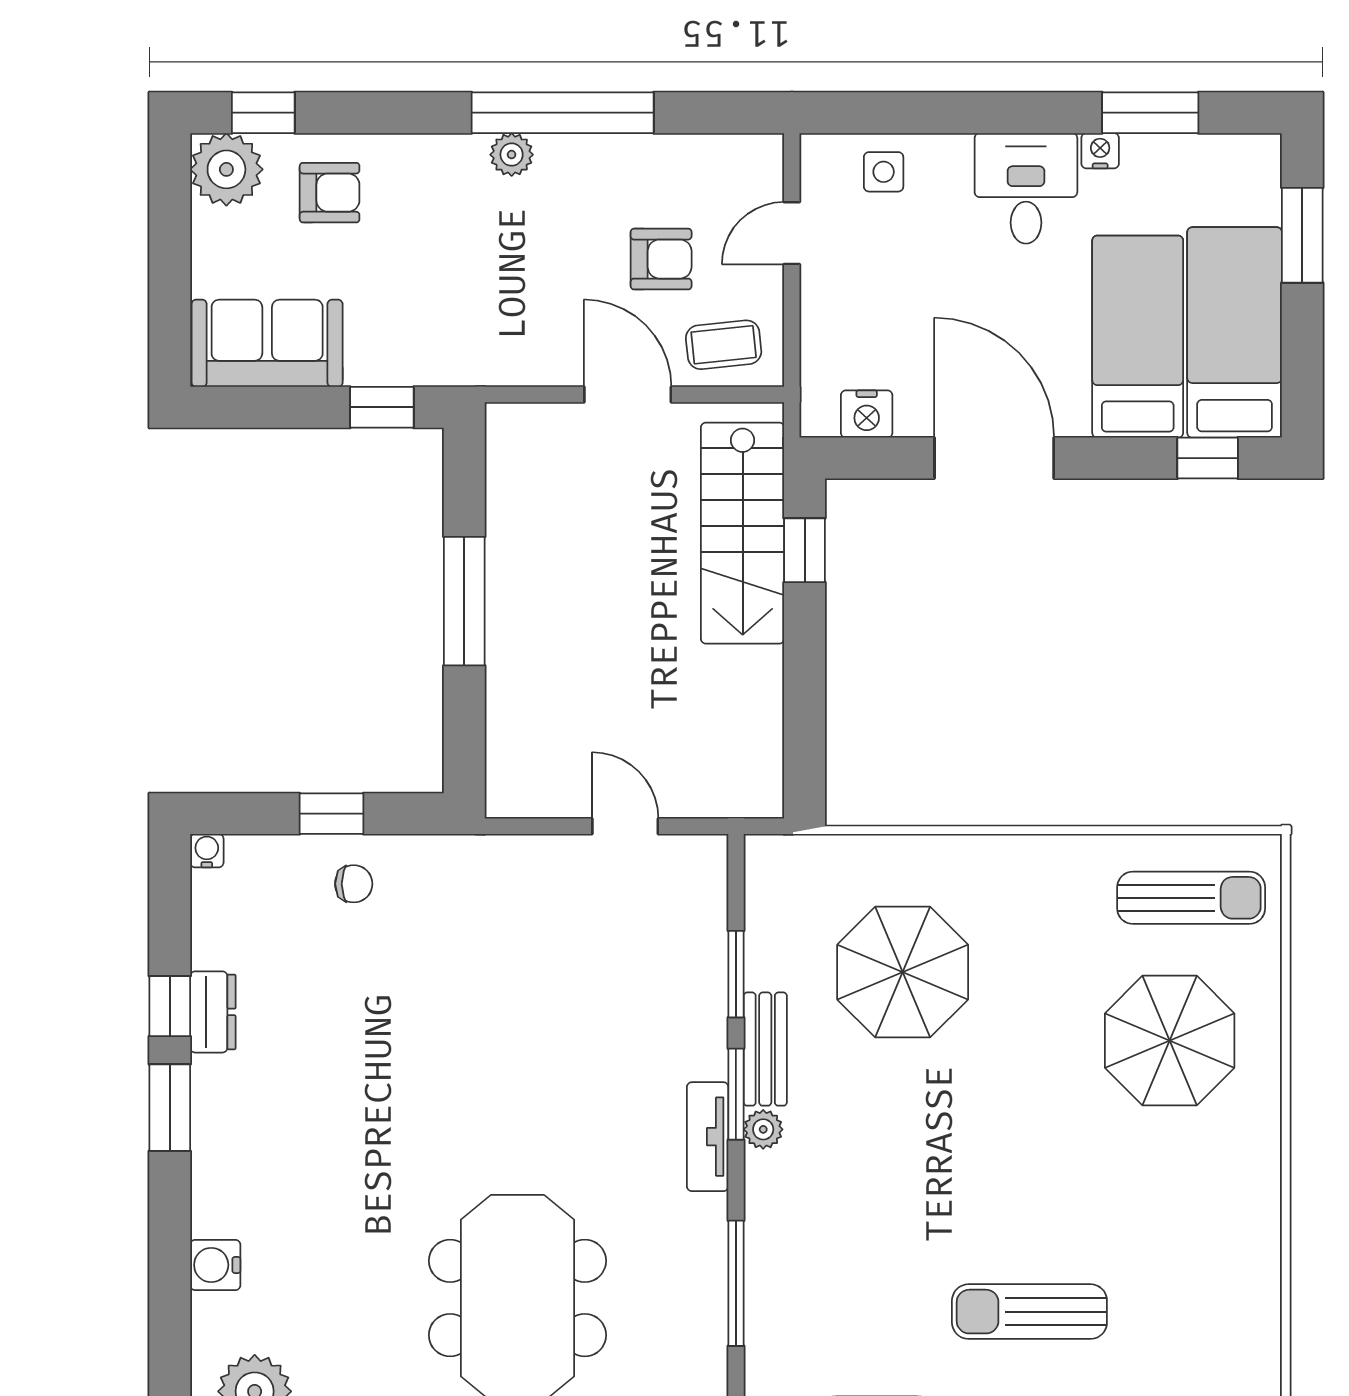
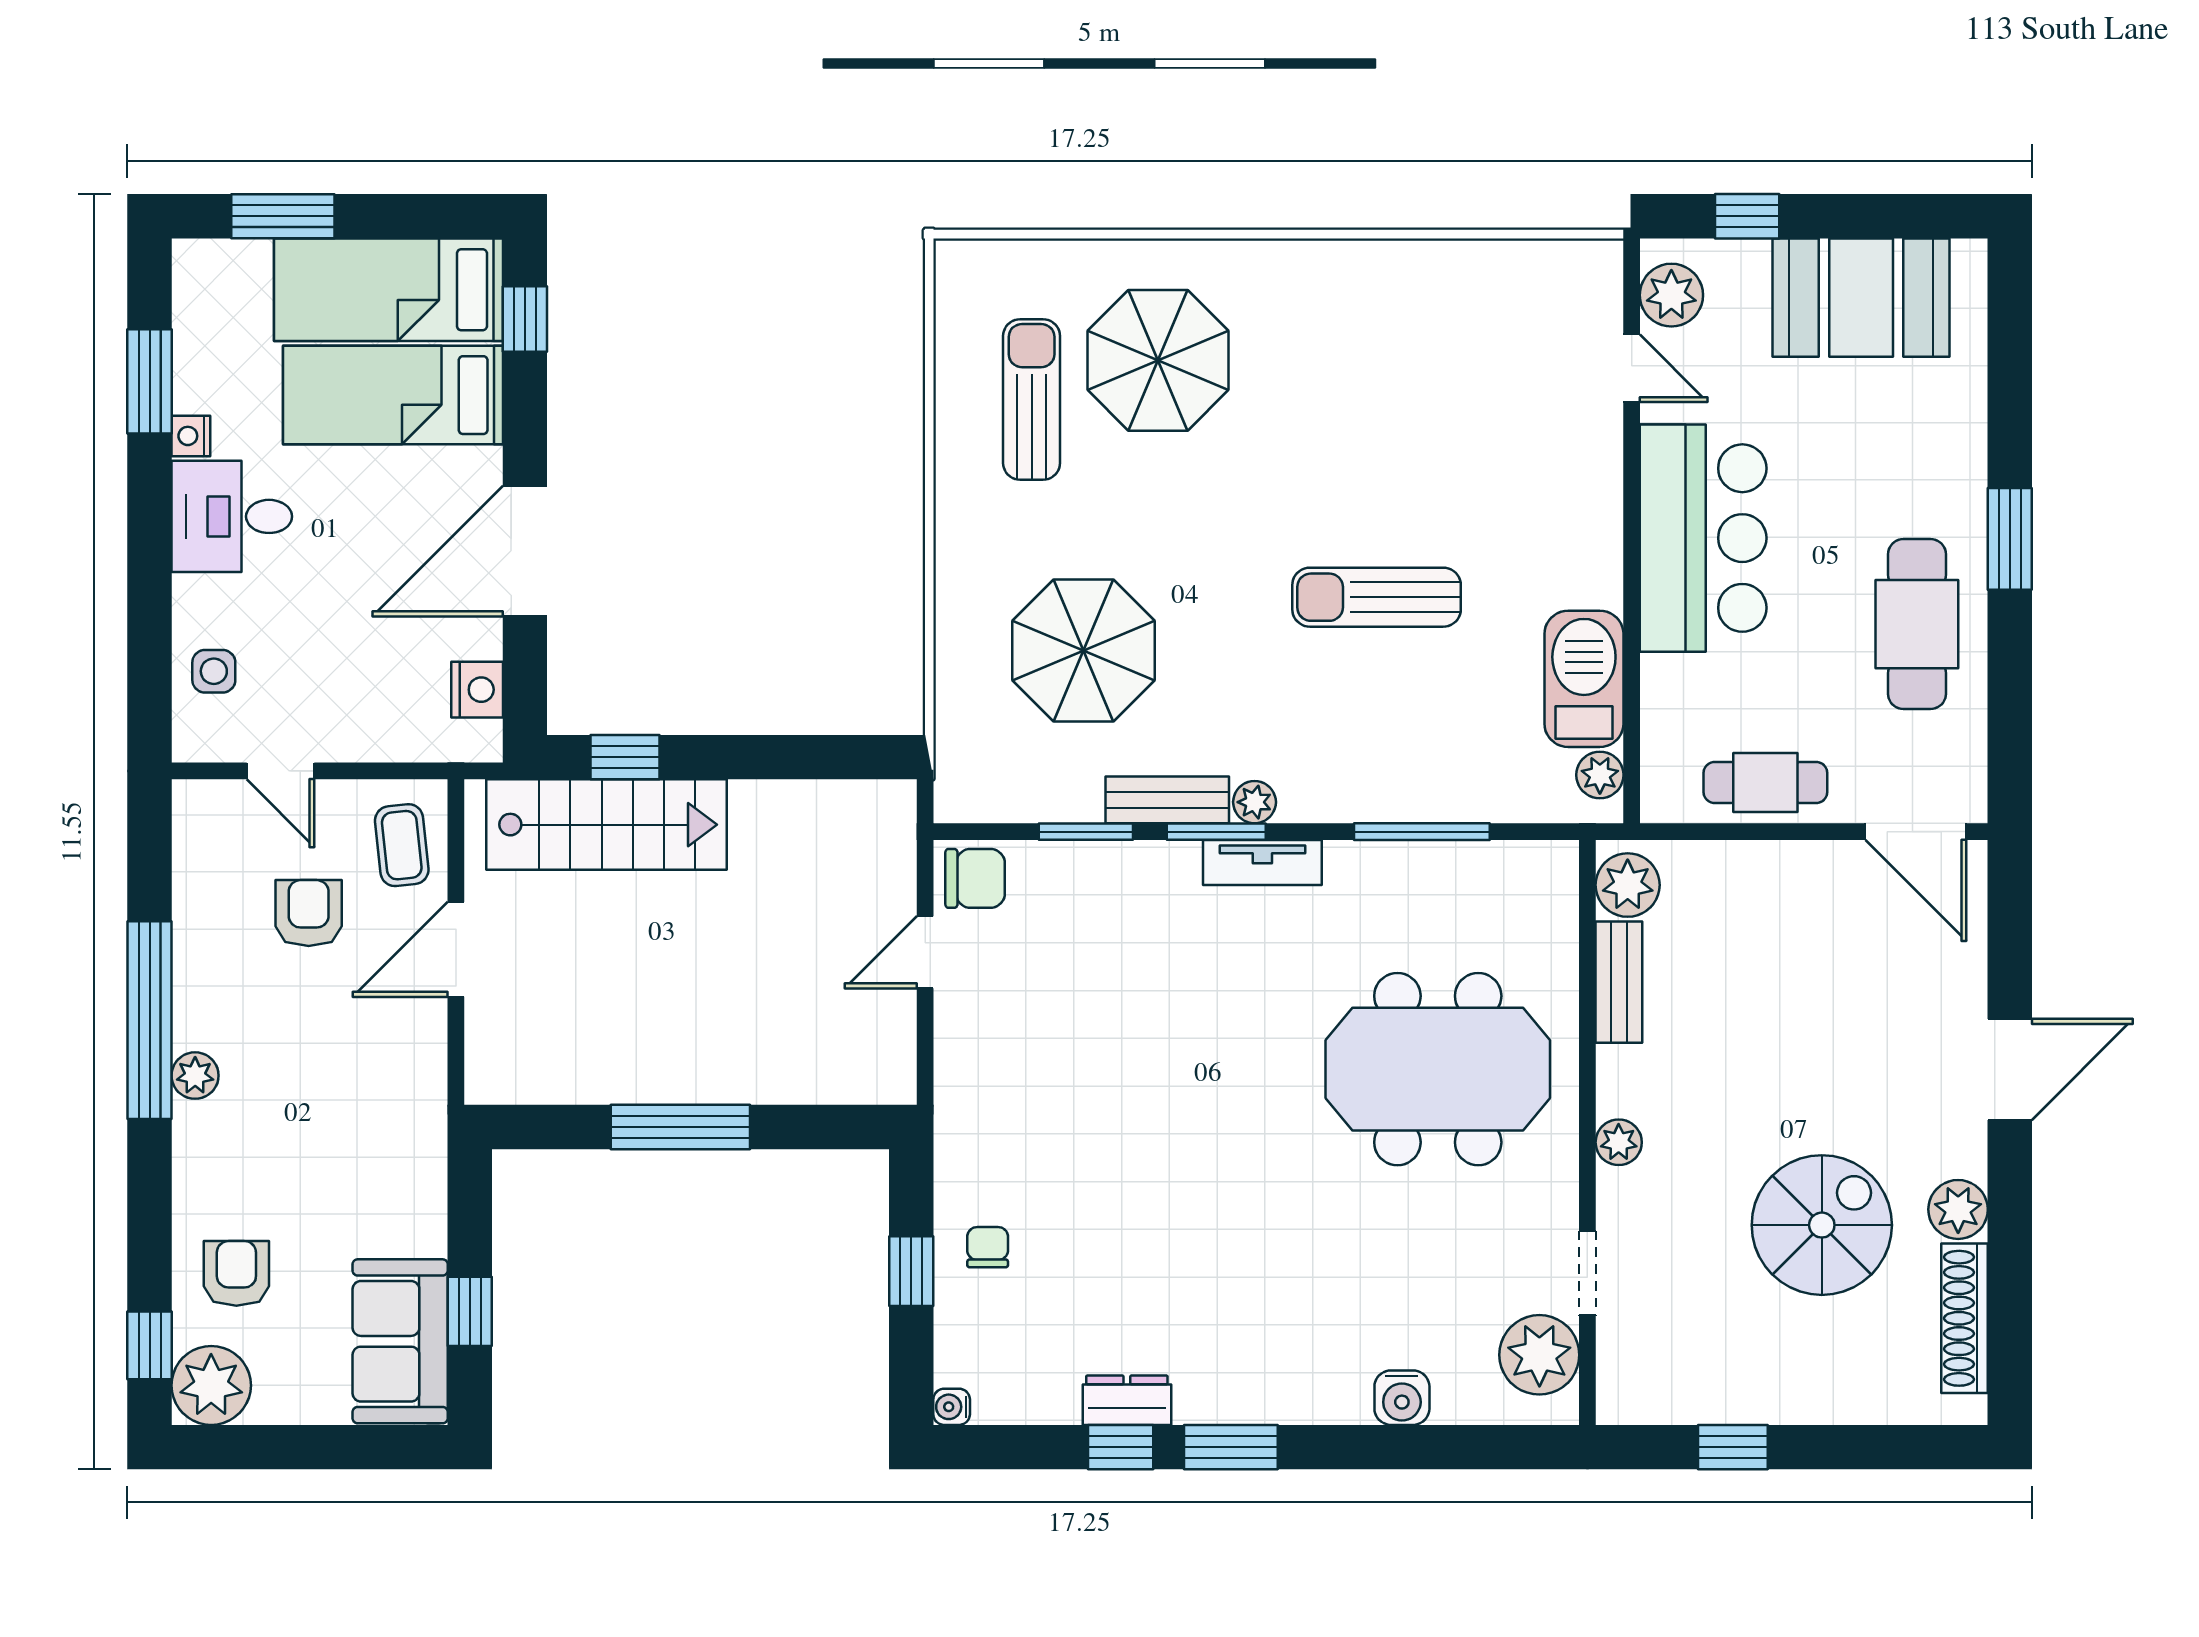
window: (382, 407) -> (470, 1311), moved
chair: (693, 872) -> (975, 878), added
sun lounger: (1191, 898) -> (1032, 399), moved
sun lounger: (1029, 1312) -> (1377, 597), moved, turned 90

